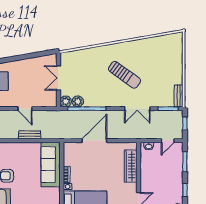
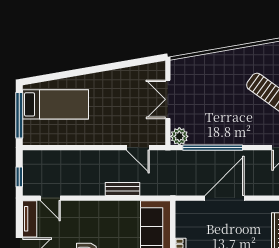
plant: (78, 101) -> (198, 136), removed
door: (25, 109) -> (138, 148), moved

